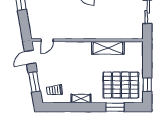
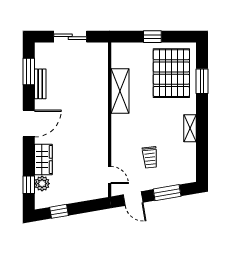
window: (147, 85) -> (152, 37), moved
trolley: (55, 90) -> (150, 157), moved

